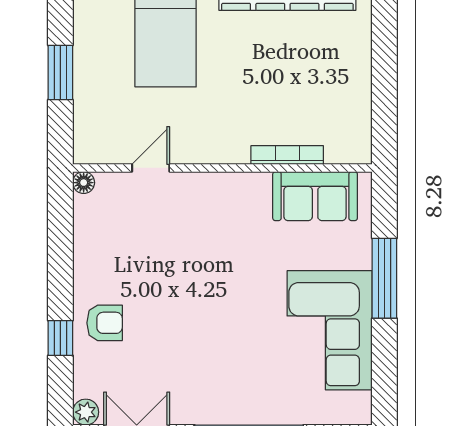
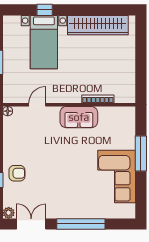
sofa: (315, 196) -> (79, 117), moved

